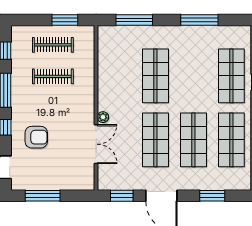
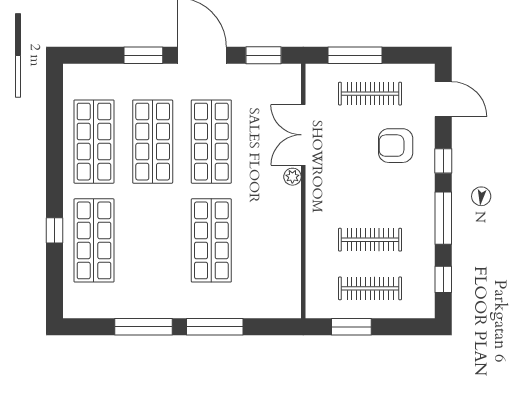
window: (134, 20) -> (215, 327), moved
clothes rail: (53, 171) -> (370, 94), added
window: (43, 196) -> (355, 55), moved
window: (212, 196) -> (143, 55), moved

